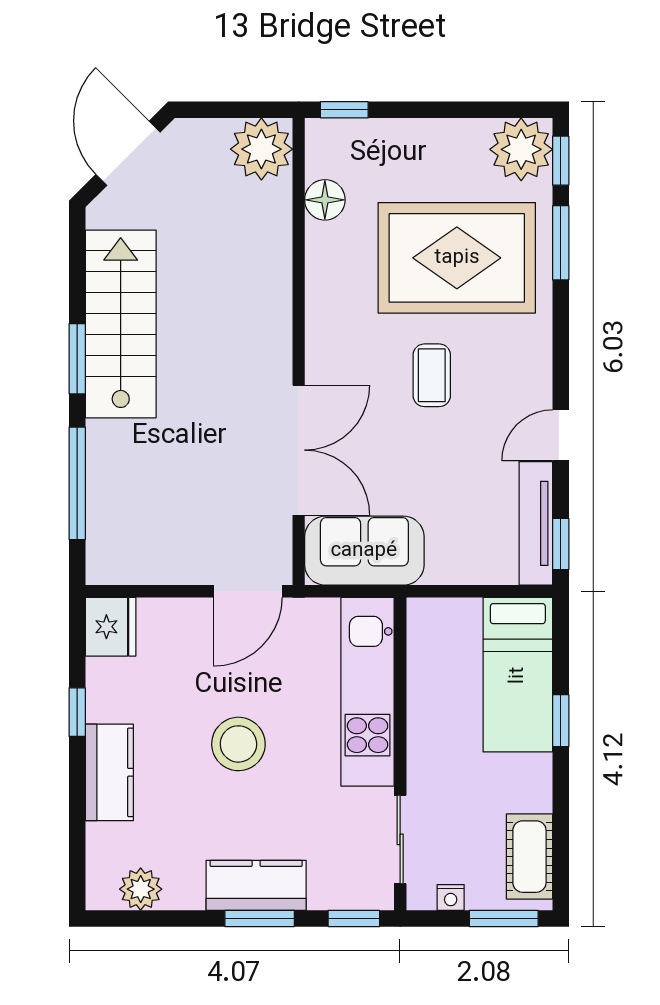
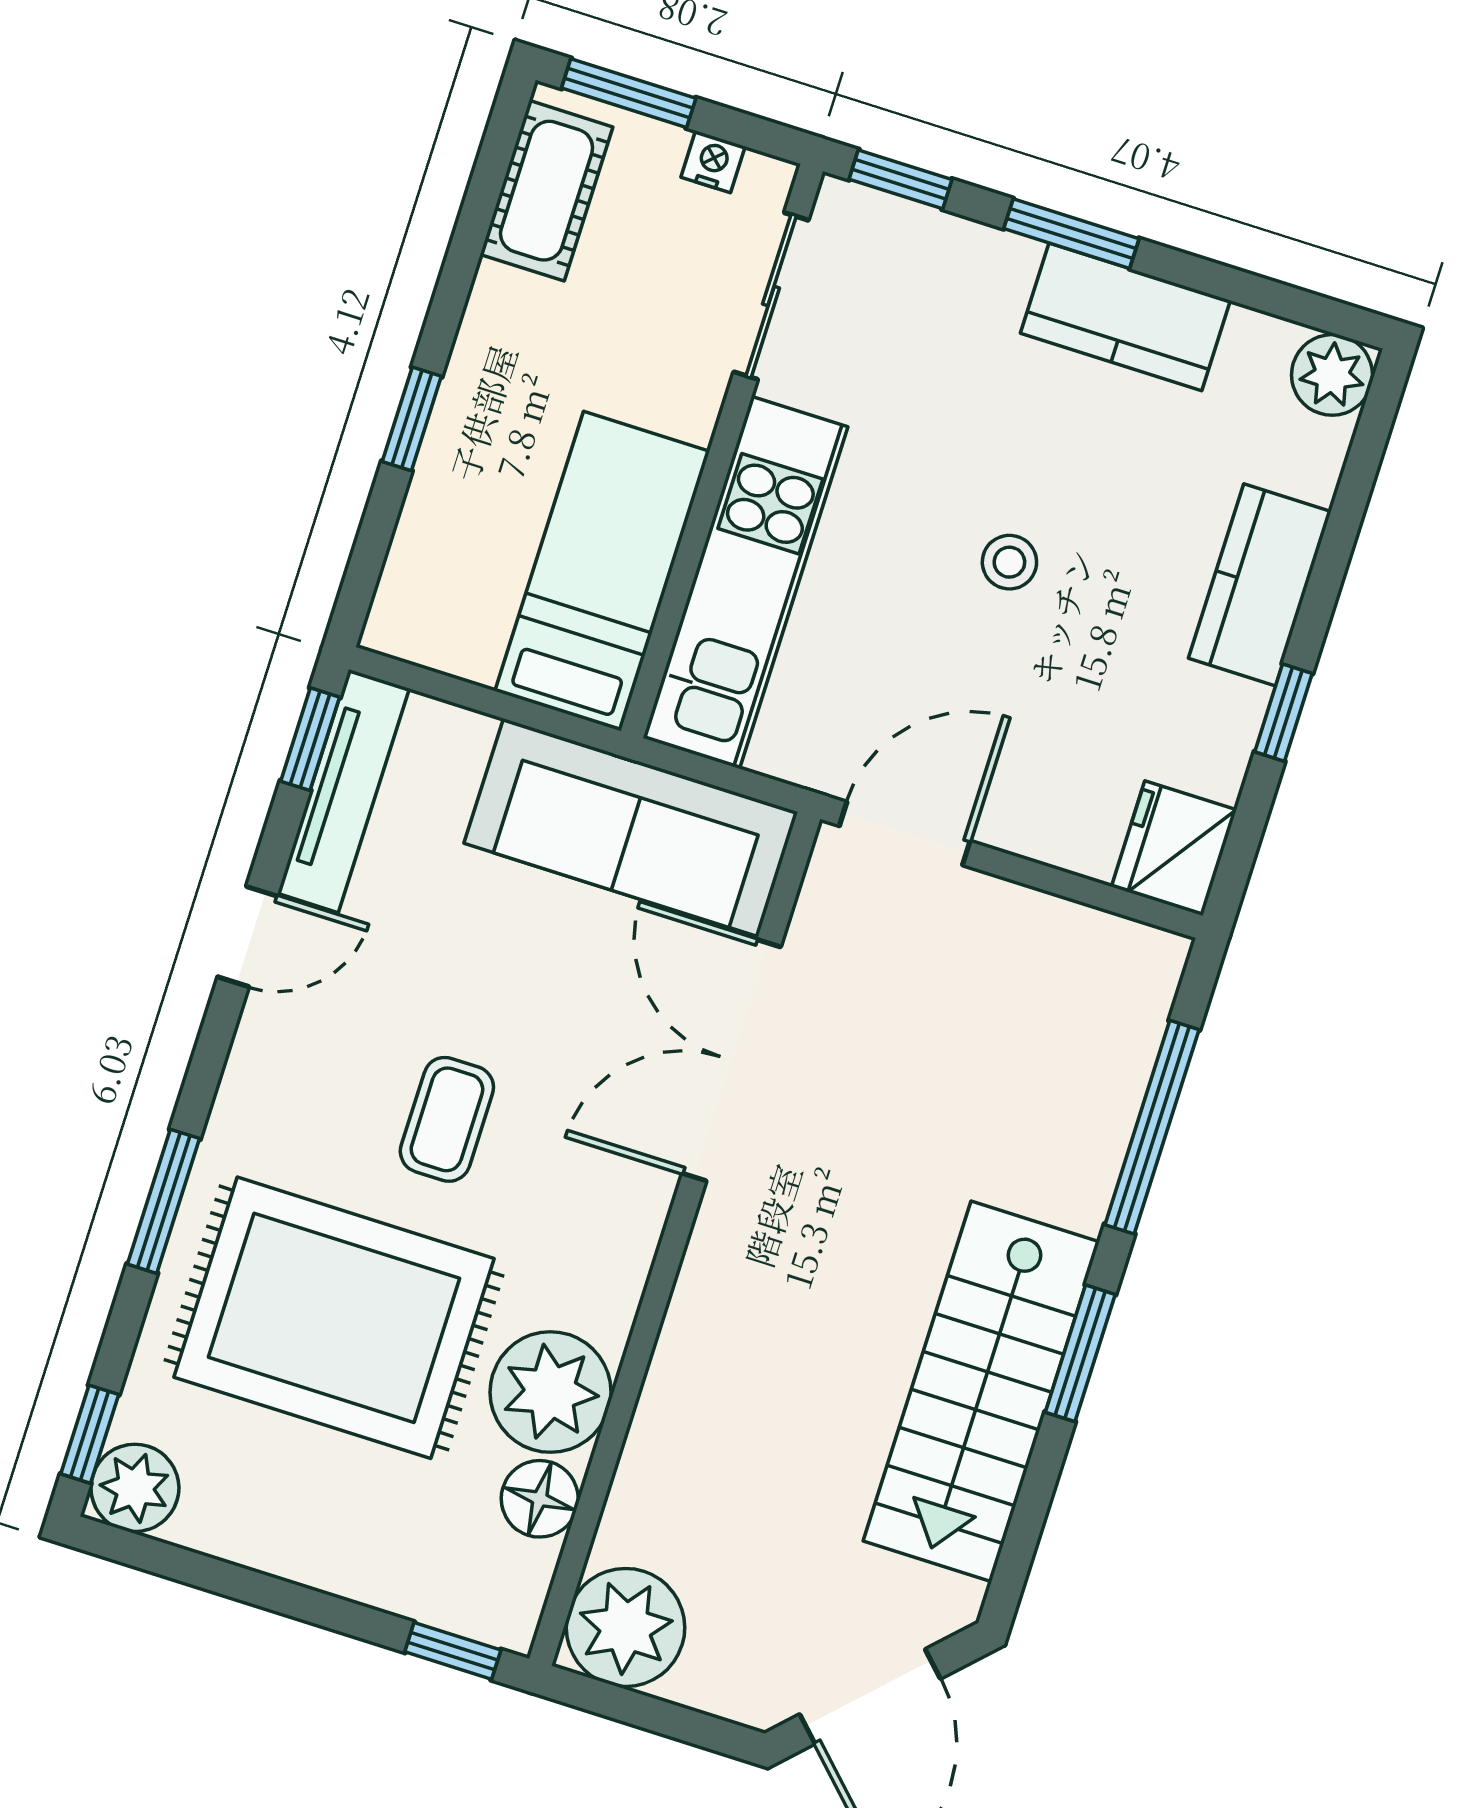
plant: (521, 149) -> (135, 1488), width x0.73, depth x0.73
window: (561, 243) -> (164, 1201), moved
plant: (336, 255) -> (551, 1392), added
sofa: (364, 551) -> (631, 828), width x1.36
bed: (518, 675) -> (602, 571), moved
stool: (238, 744) -> (1009, 562), width x0.53, depth x0.53
kitchen counter: (256, 885) -> (1125, 317), moved
plant: (141, 889) -> (1332, 375), moved

